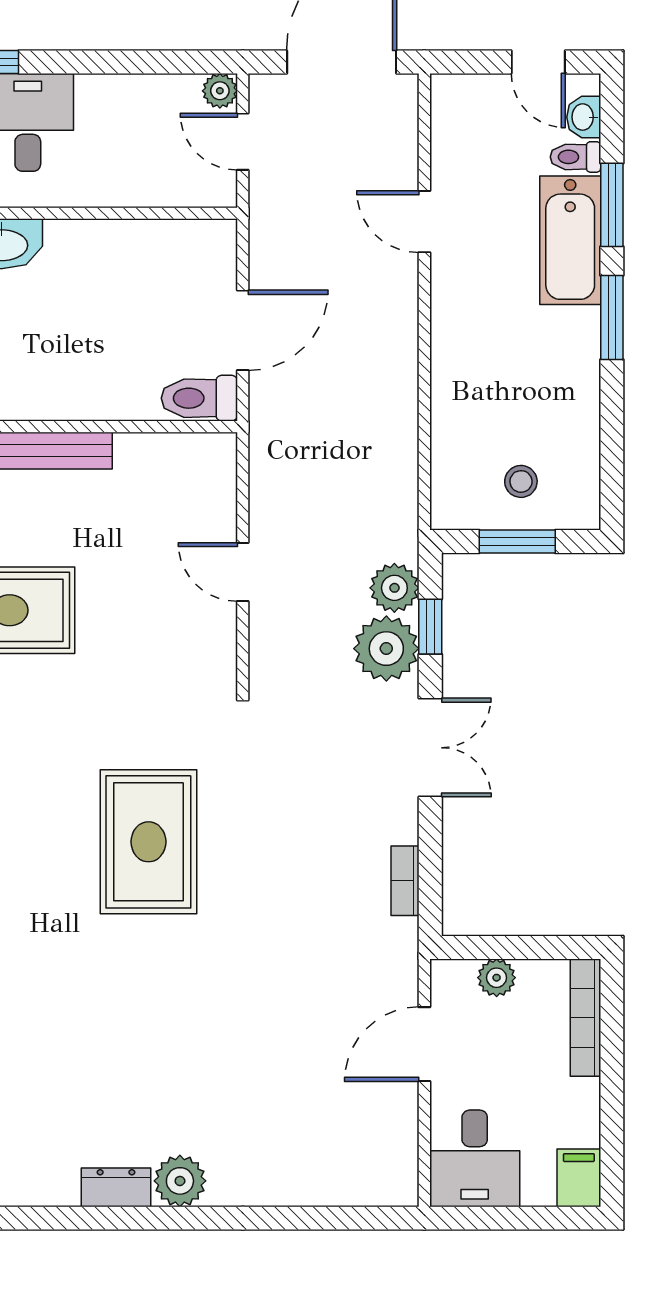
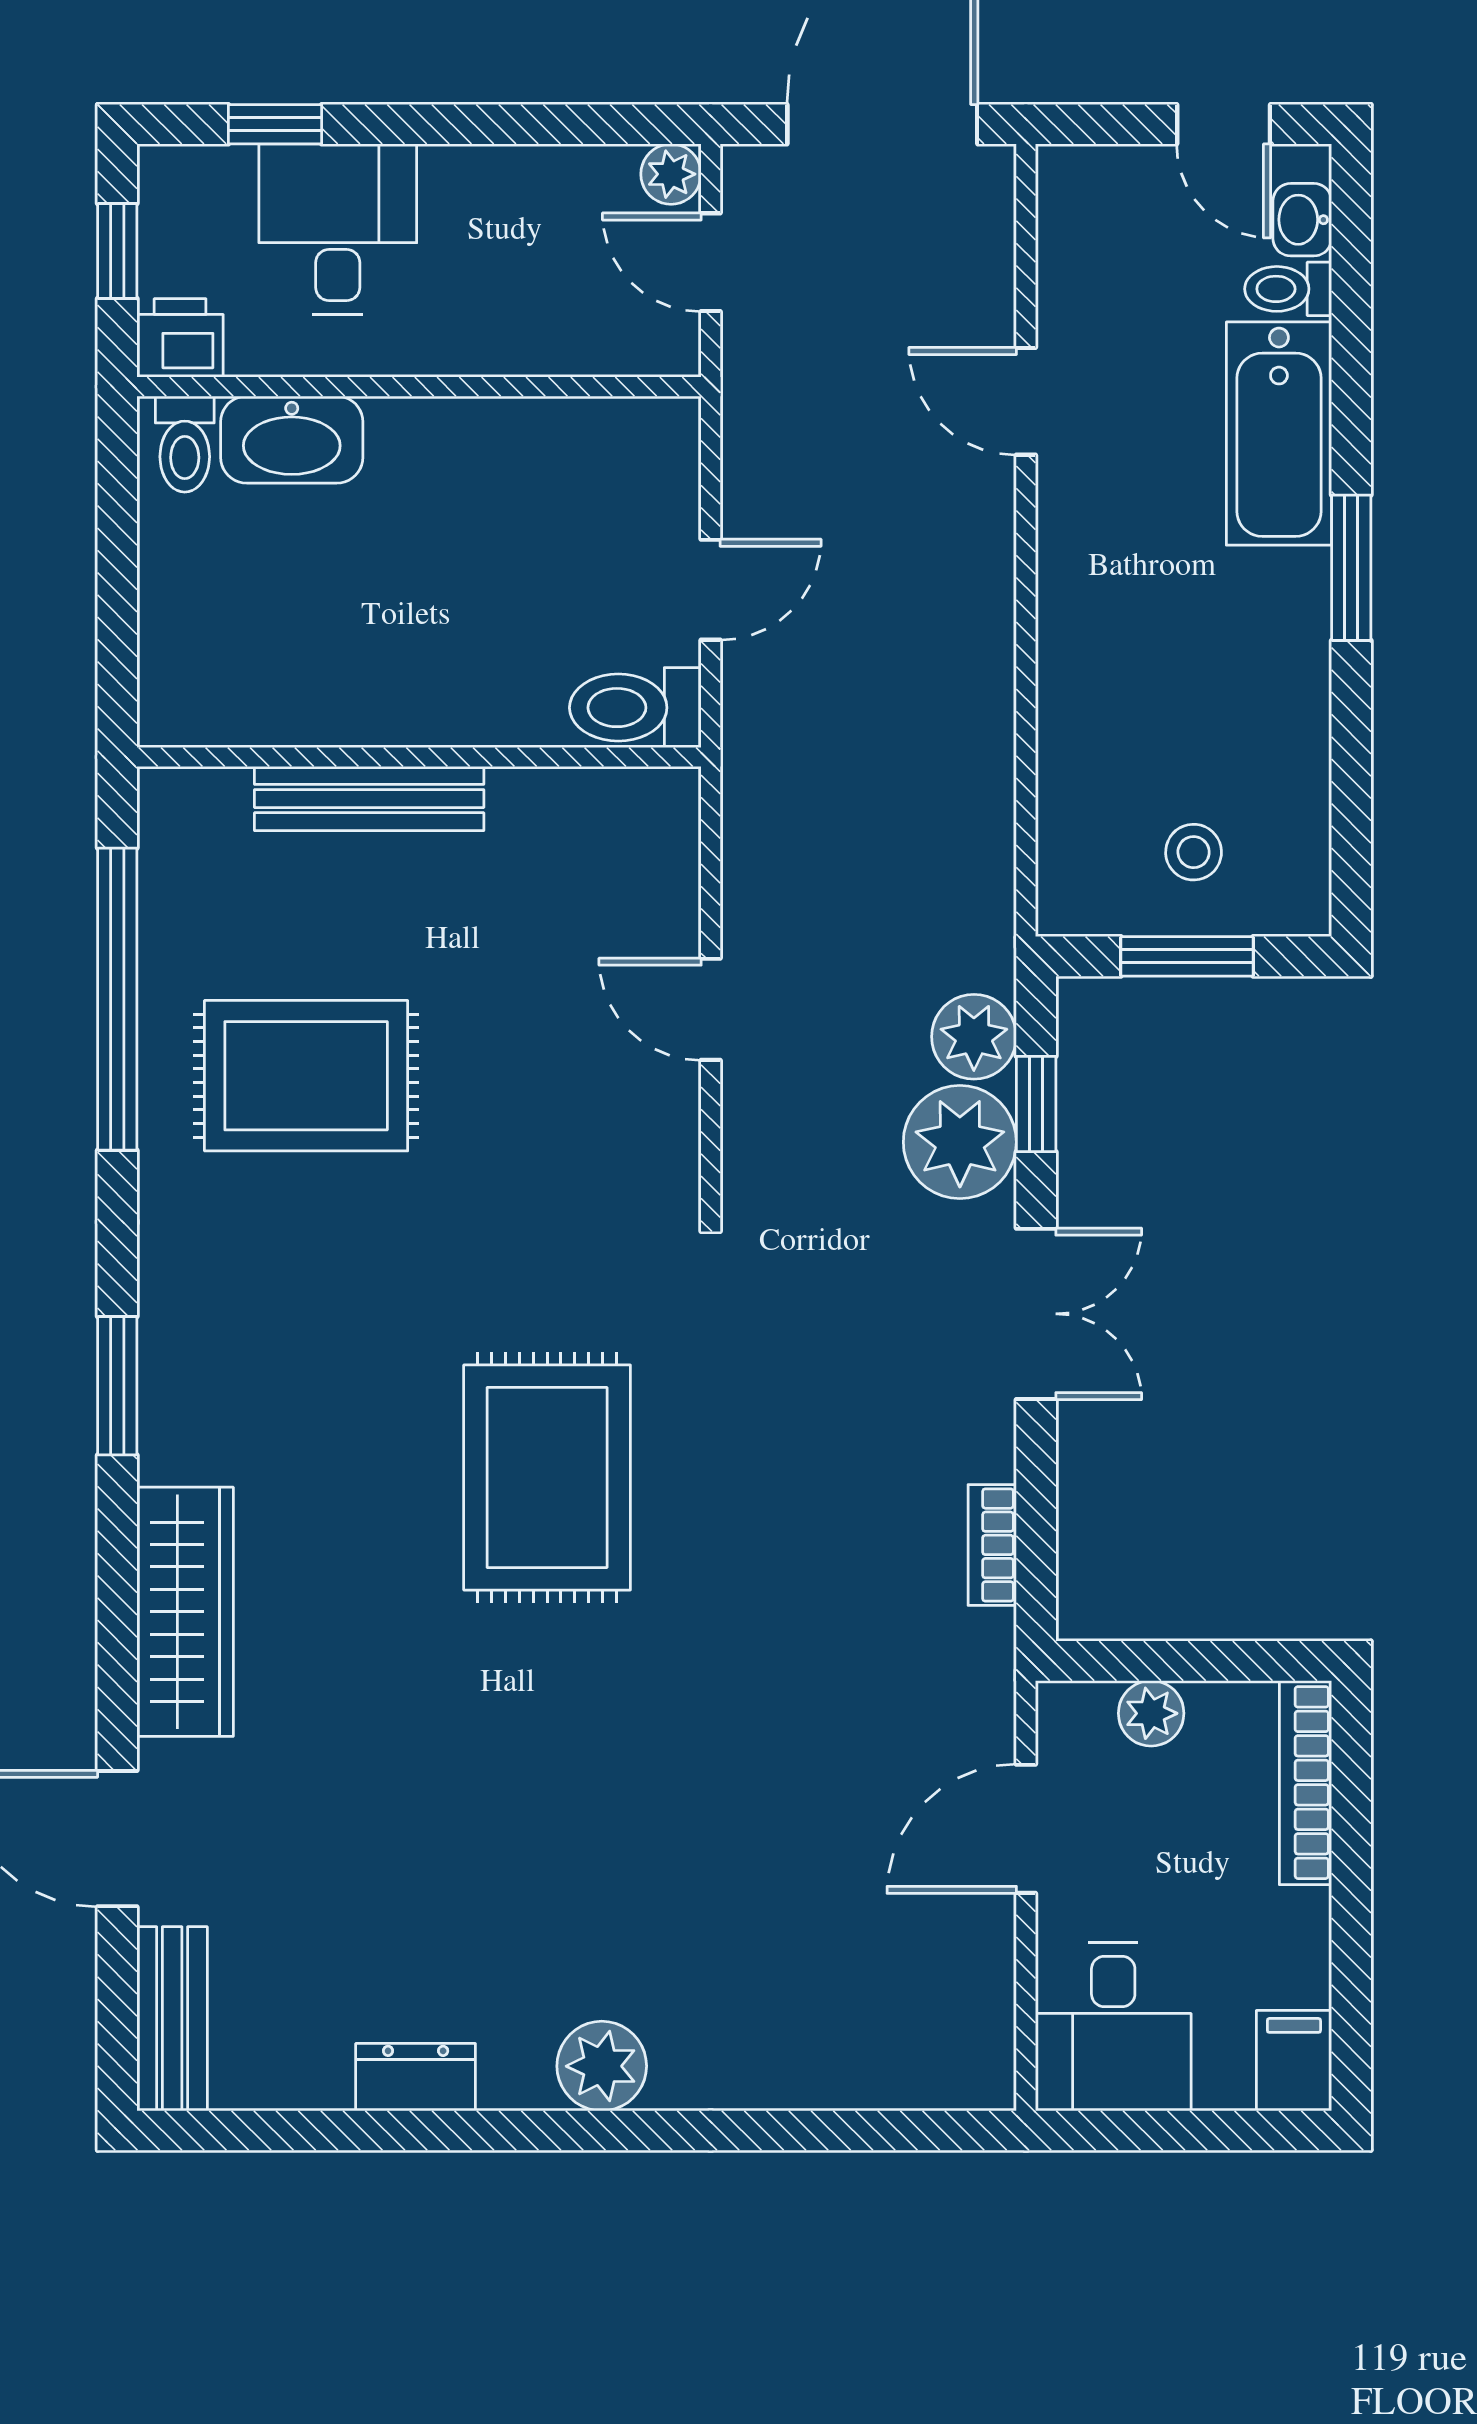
window: (612, 205) -> (1351, 372), removed
door: (243, 330) -> (711, 590), width x0.73
dresser: (116, 1187) -> (416, 2077), moved

